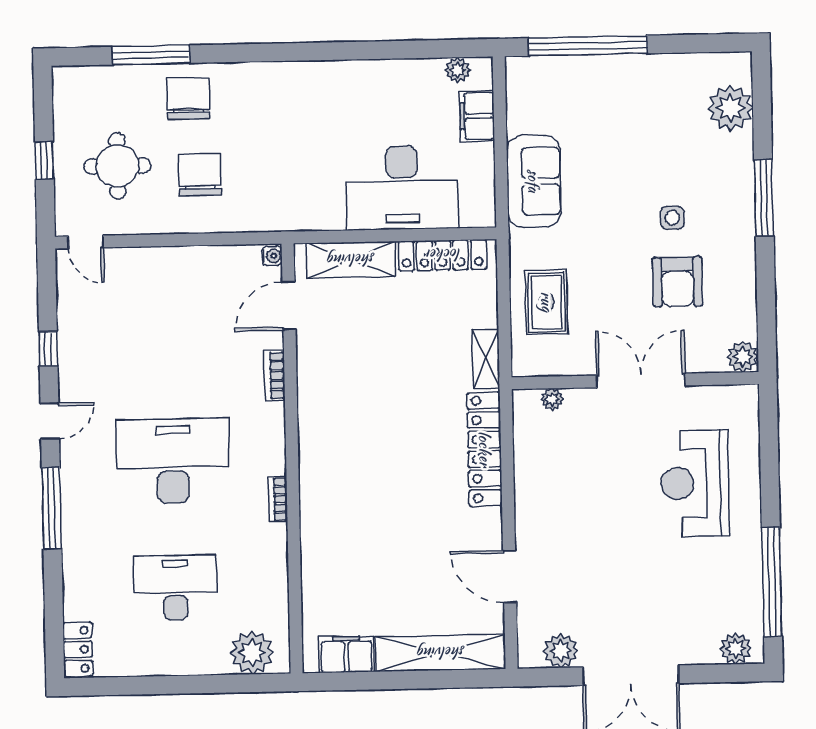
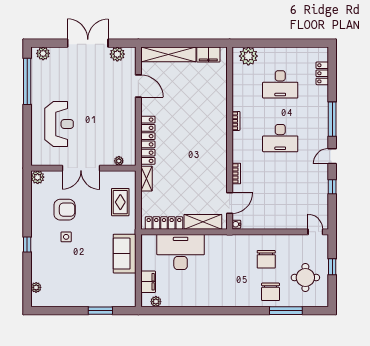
window: (588, 46) -> (100, 311), width x0.47
plant: (730, 108) -> (36, 287), width x0.53, depth x0.53
round table: (117, 166) -> (305, 278), moved
window: (764, 198) -> (27, 245), width x0.46
armchair: (677, 282) -> (65, 210), turned 90
desk: (173, 461) -> (280, 138), width x0.73, depth x0.77
locker: (78, 649) -> (322, 73), moved

